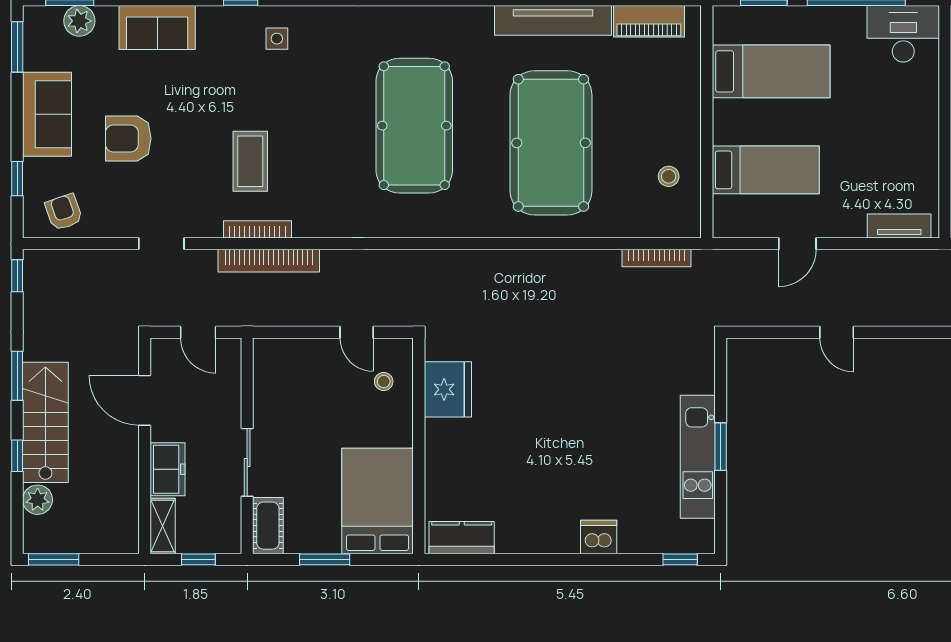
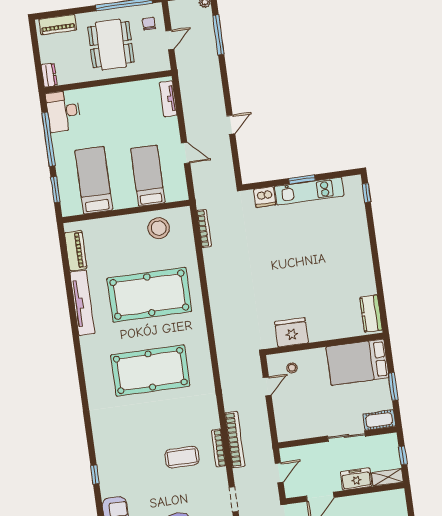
side table: (277, 39) -> (113, 452), removed
stool: (669, 176) -> (159, 228), width x1.89, depth x1.89
dishwasher: (599, 537) -> (265, 197), moved, turned -90

